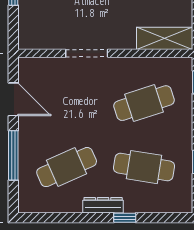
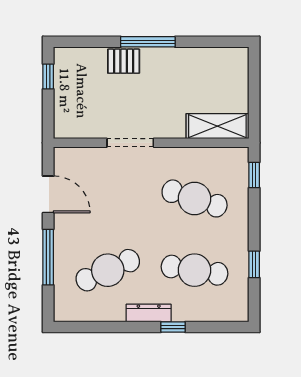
cafe table: (144, 103) -> (195, 198), turned 36

